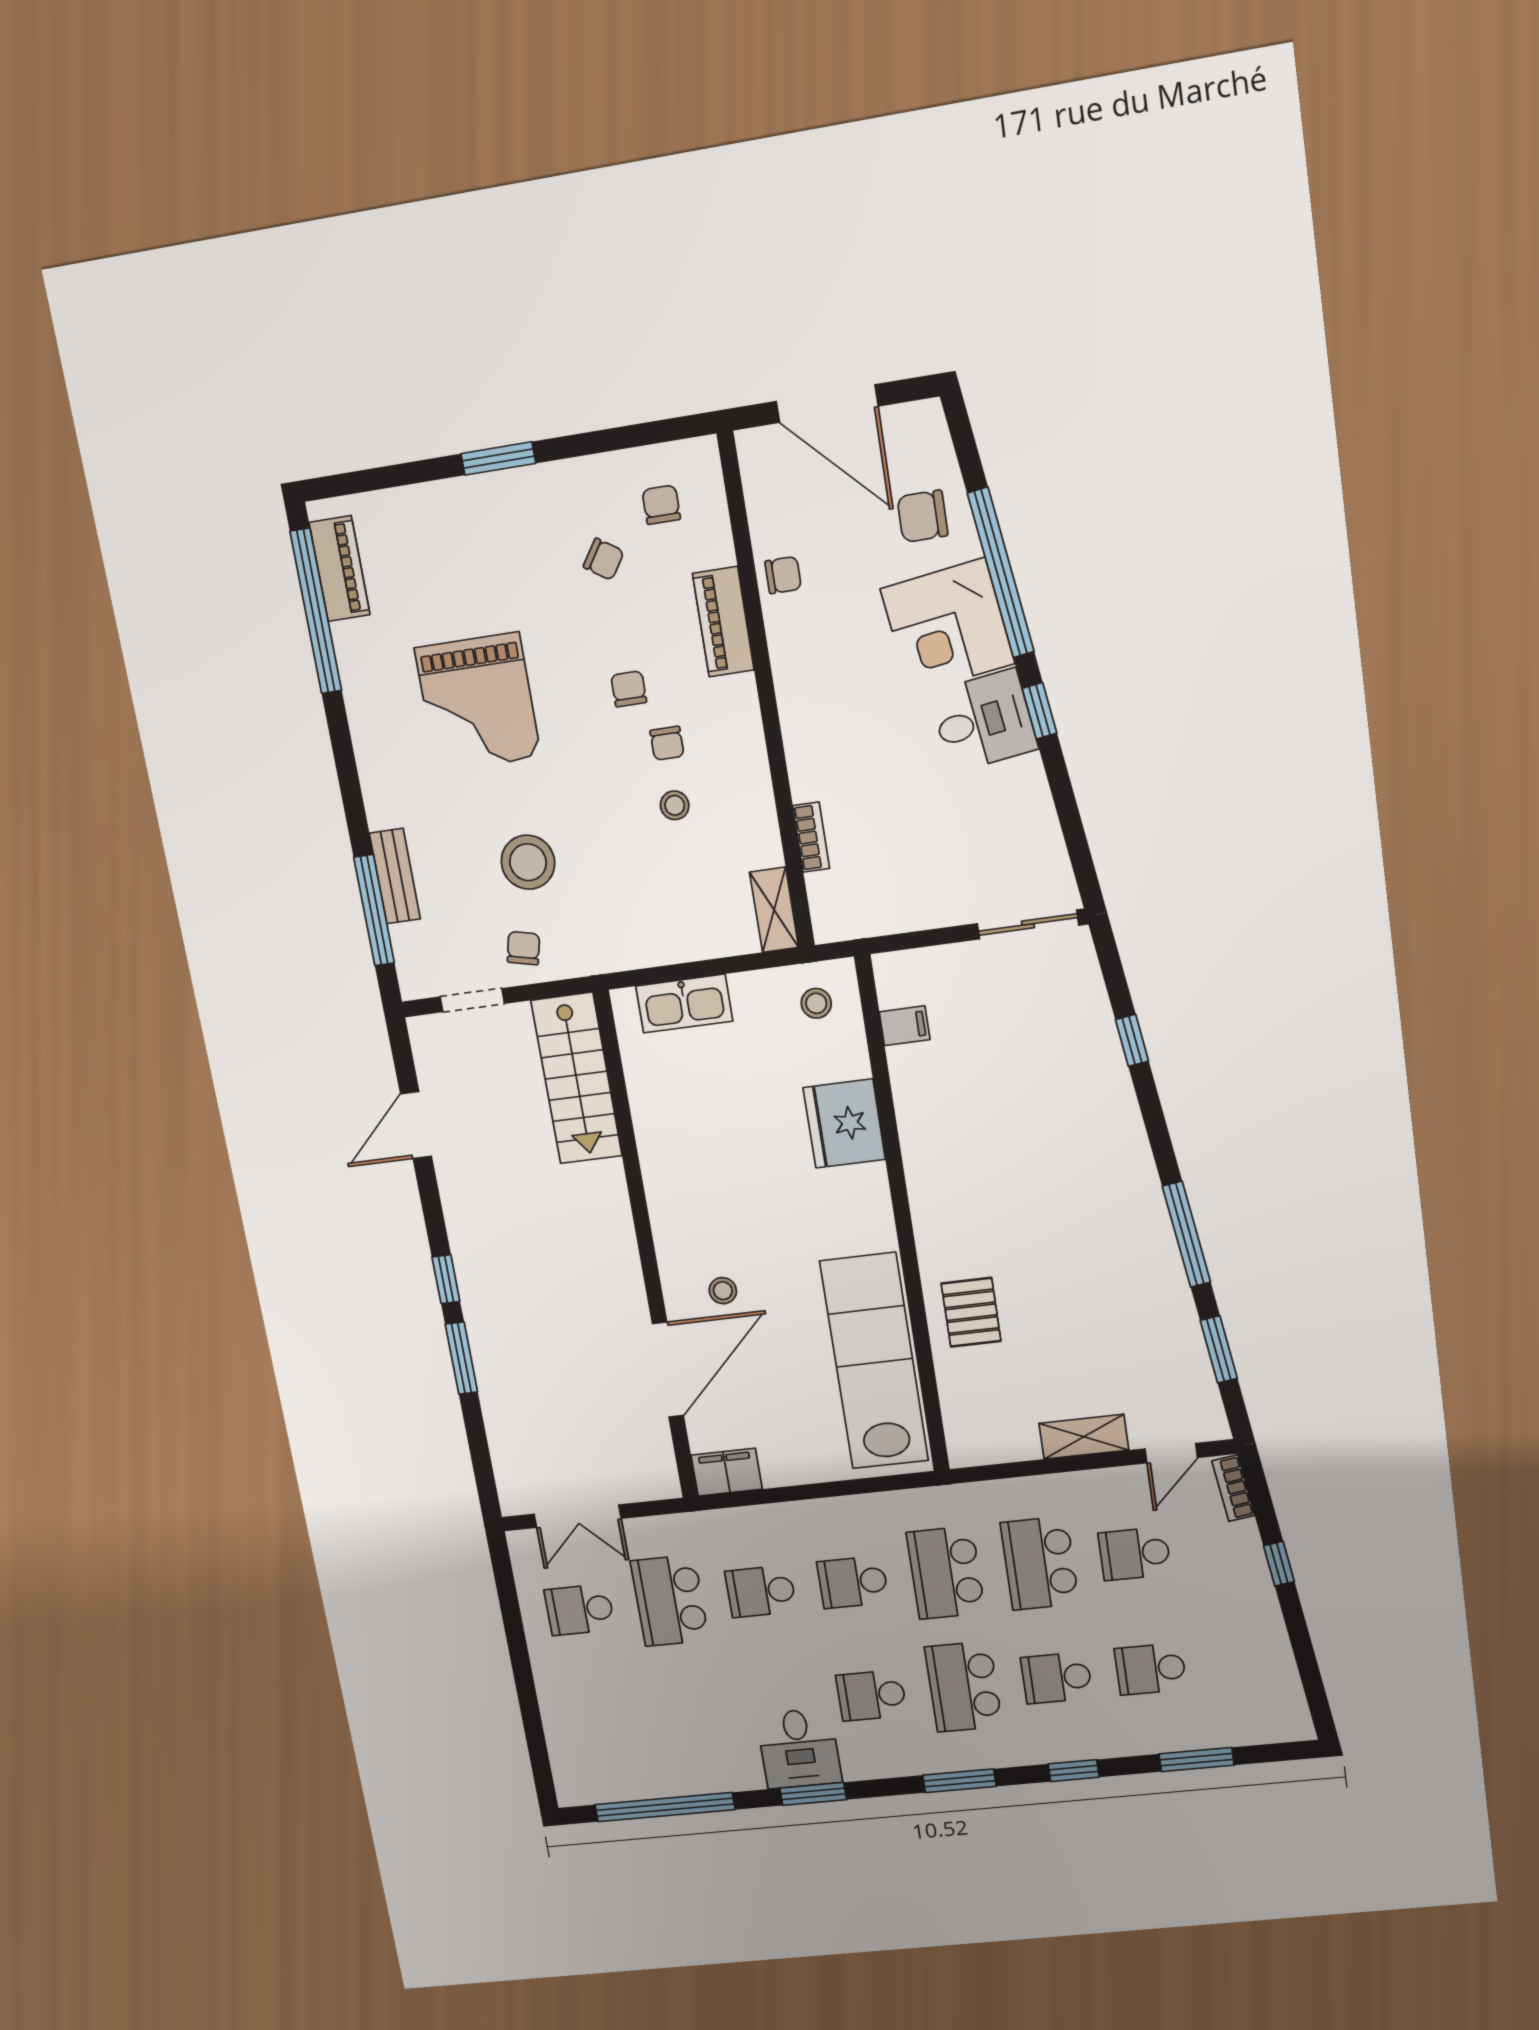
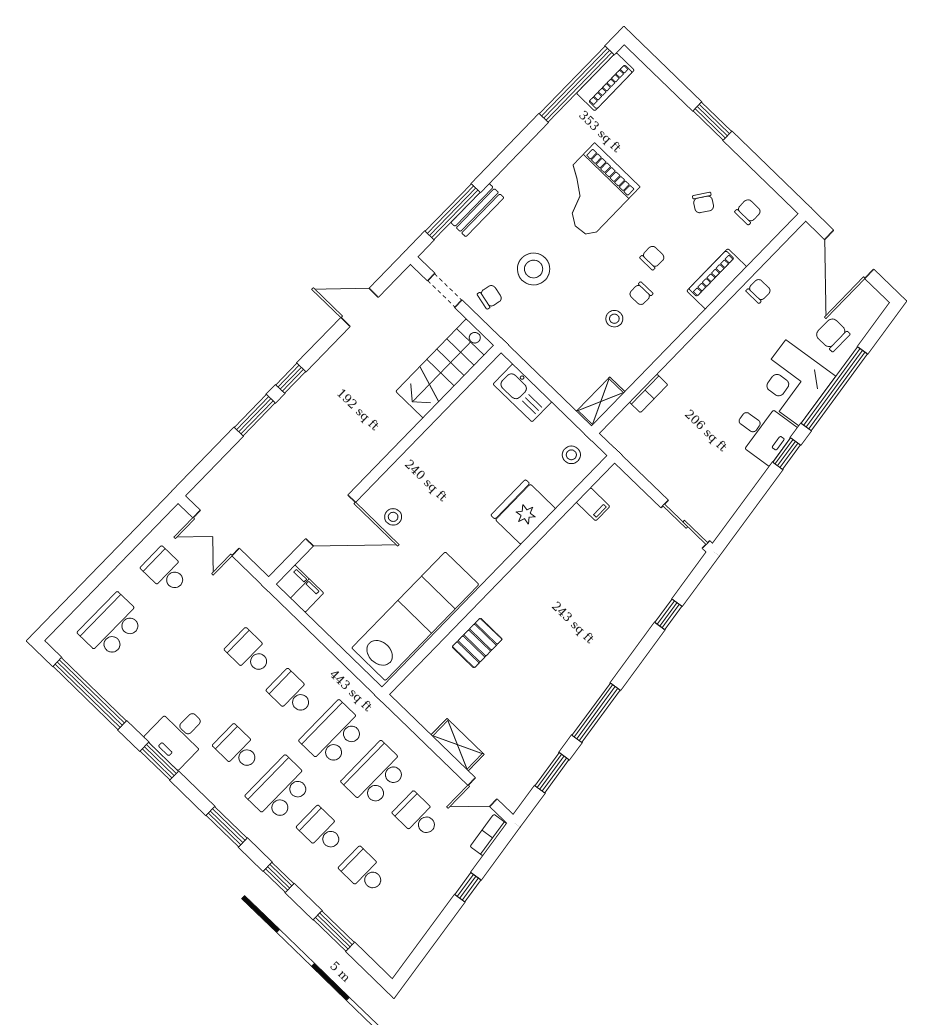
chair: (783, 575) -> (759, 291), turned -90
school desk: (670, 1601) -> (112, 626), moved

